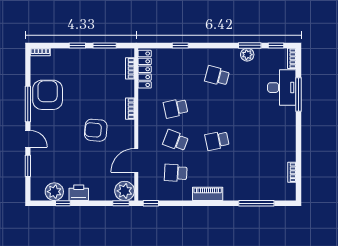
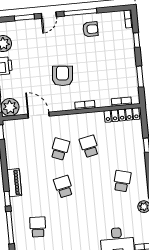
window: (77, 45) -> (137, 40), moved
armchair: (48, 95) -> (90, 29), width x0.53, depth x0.53
school desk: (176, 173) -> (38, 227), moved
window: (224, 203) -> (7, 199), added

